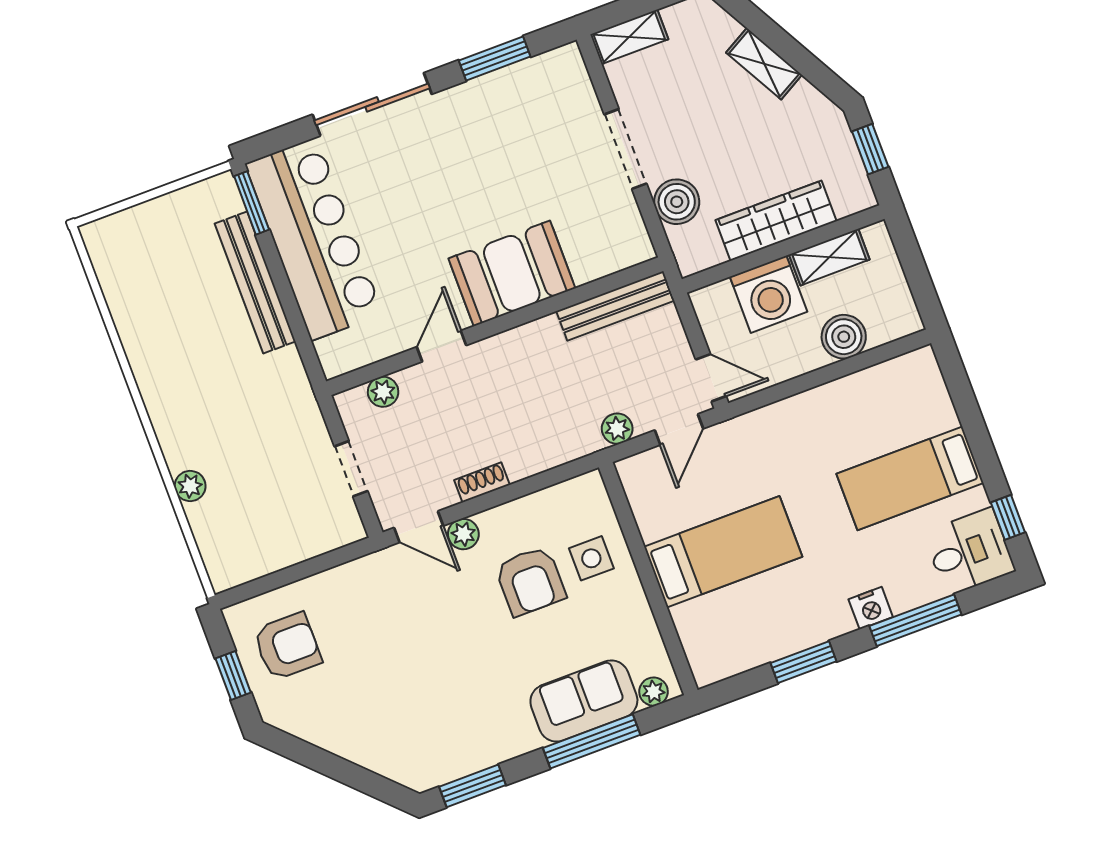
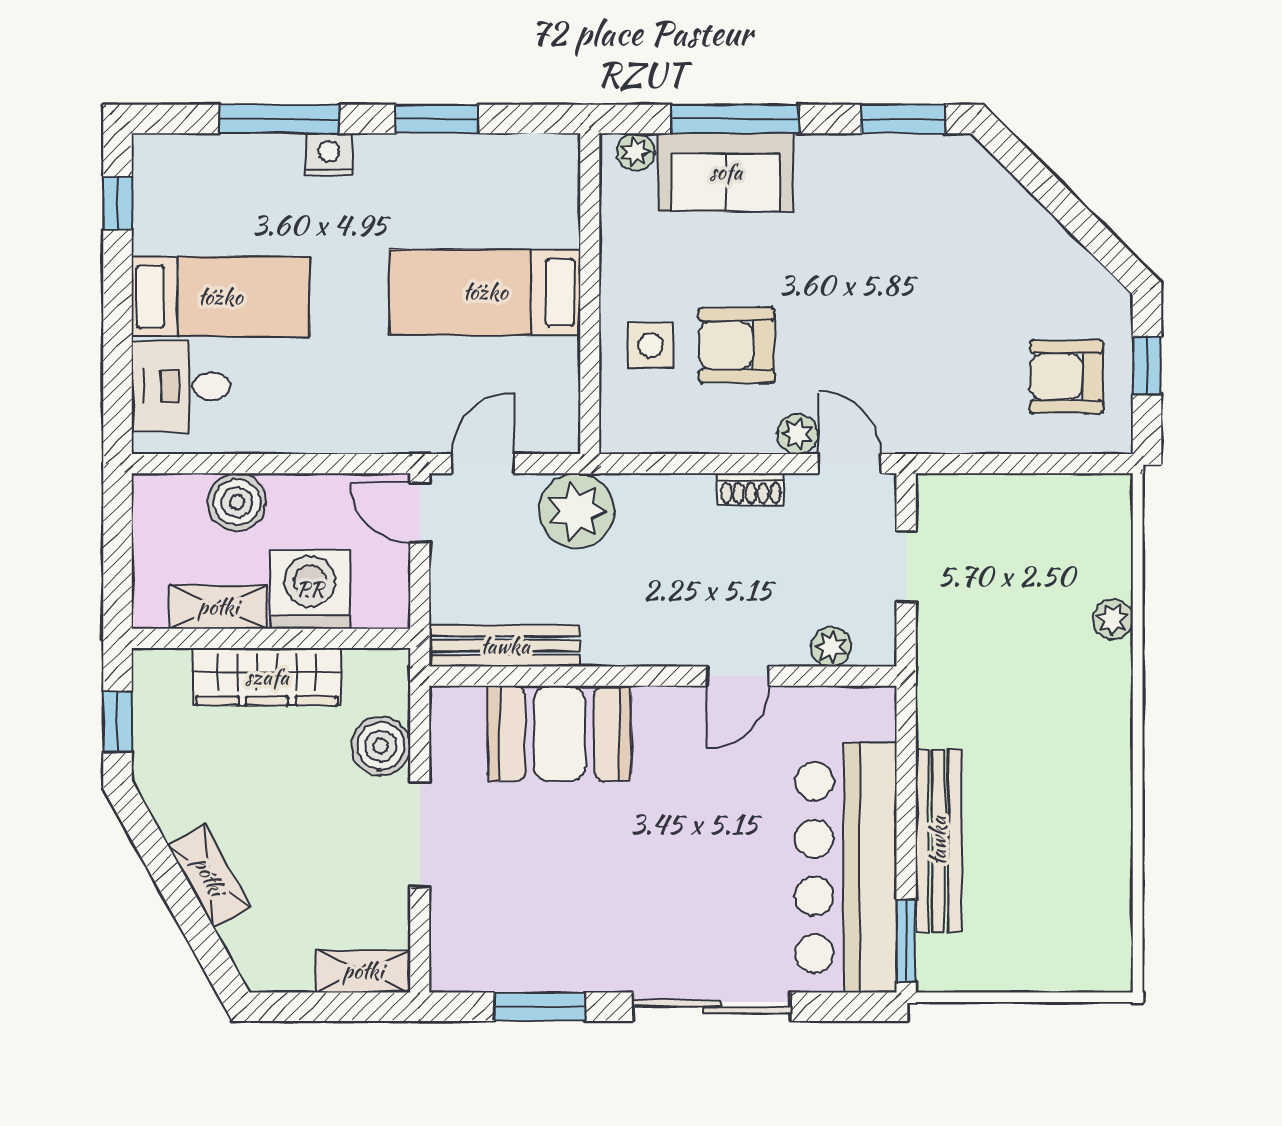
booth: (512, 273) -> (560, 734), moved
plant: (617, 429) -> (577, 511), width x1.87, depth x1.87
desk: (969, 552) -> (181, 386), moved
armchair: (530, 581) -> (736, 345), turned -90

